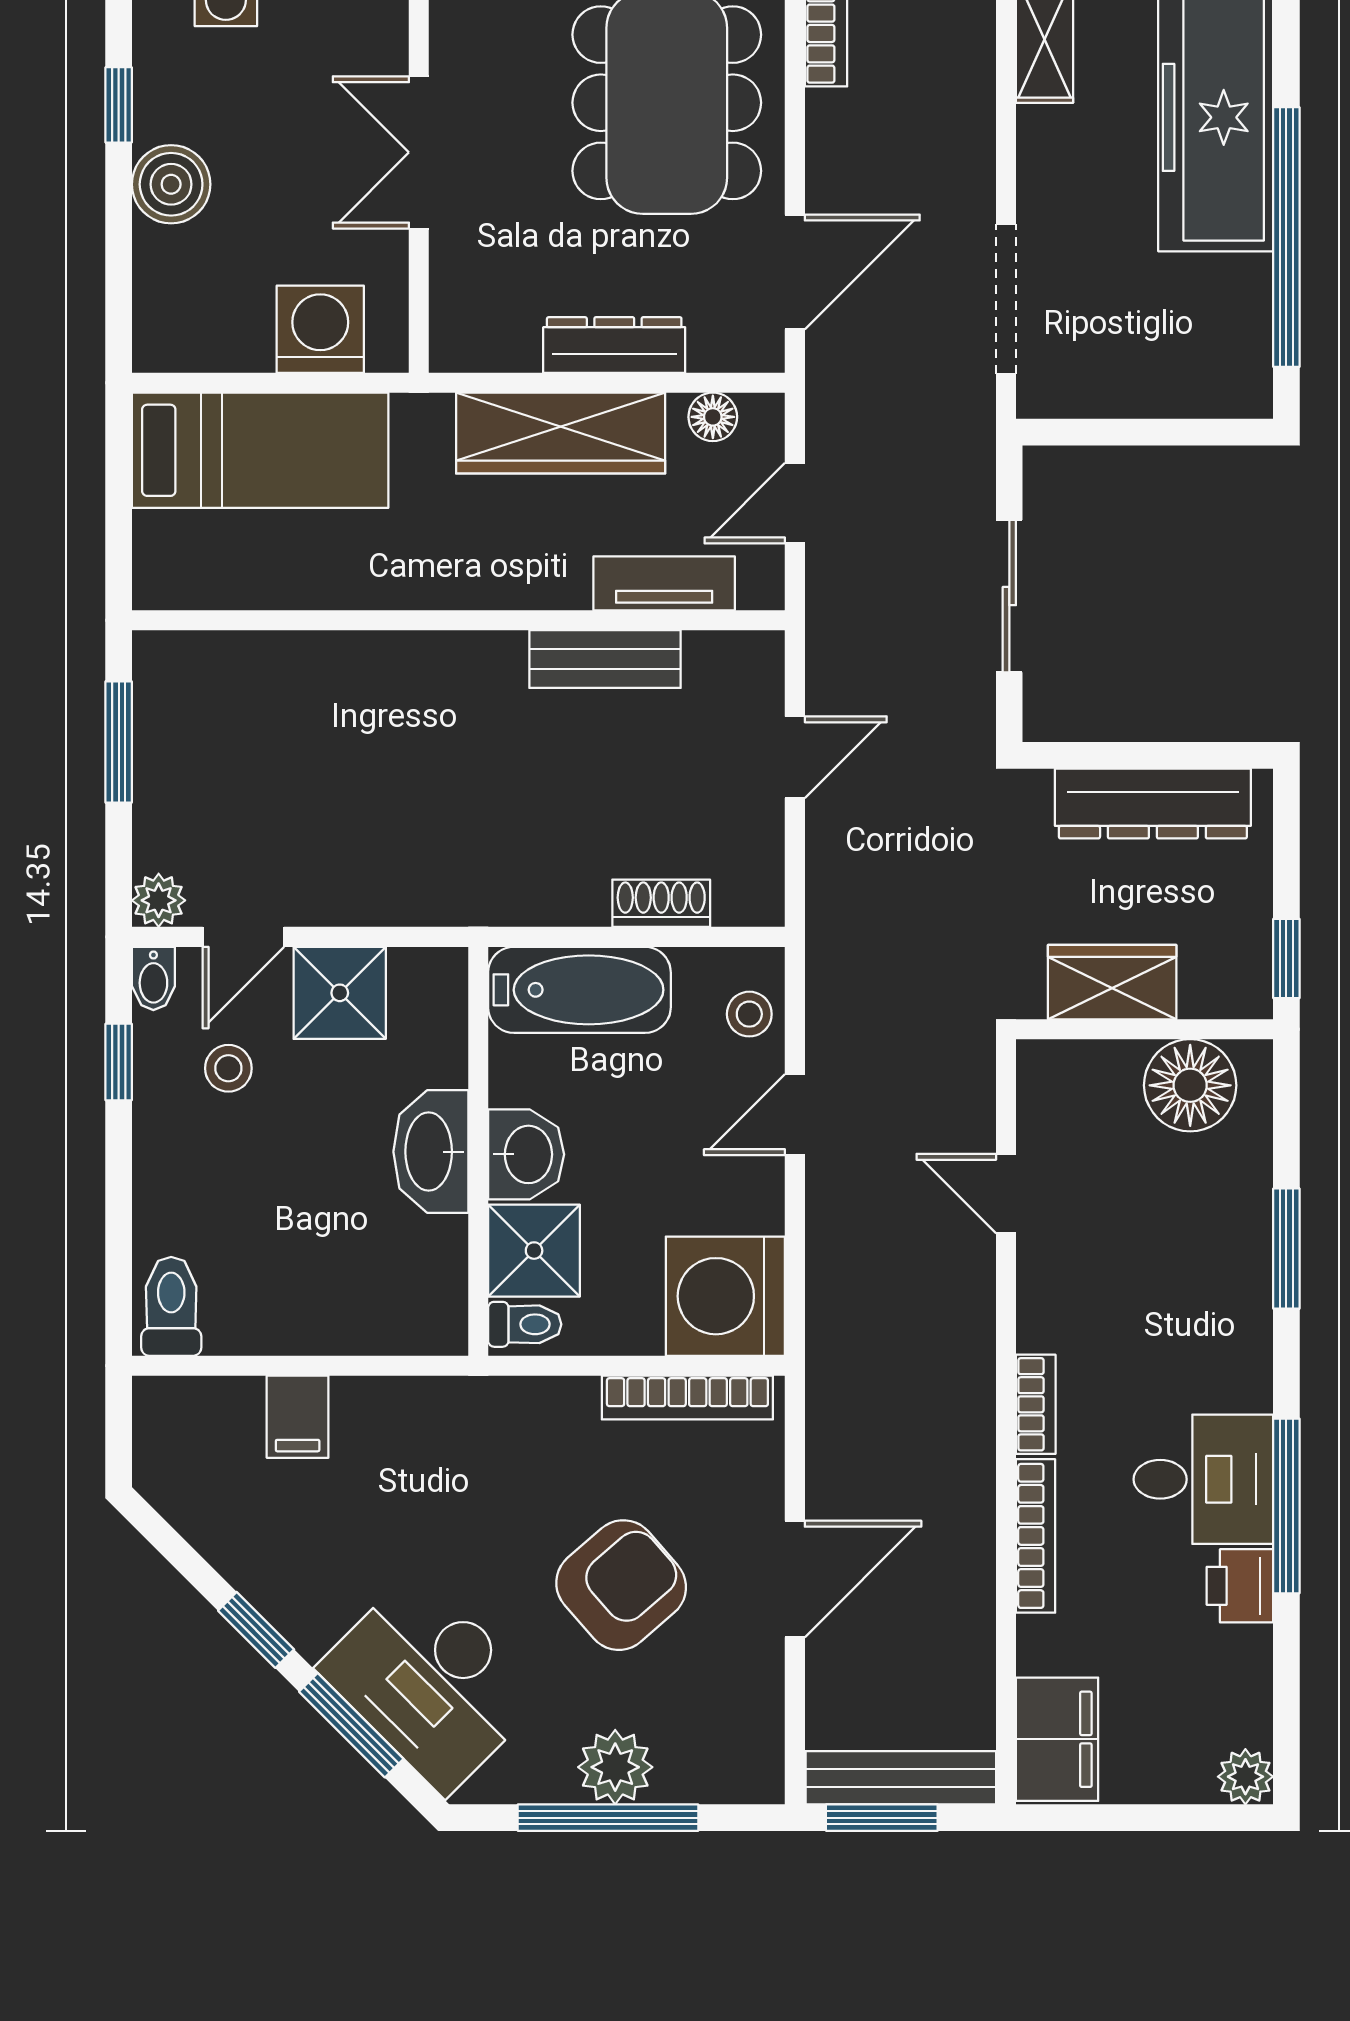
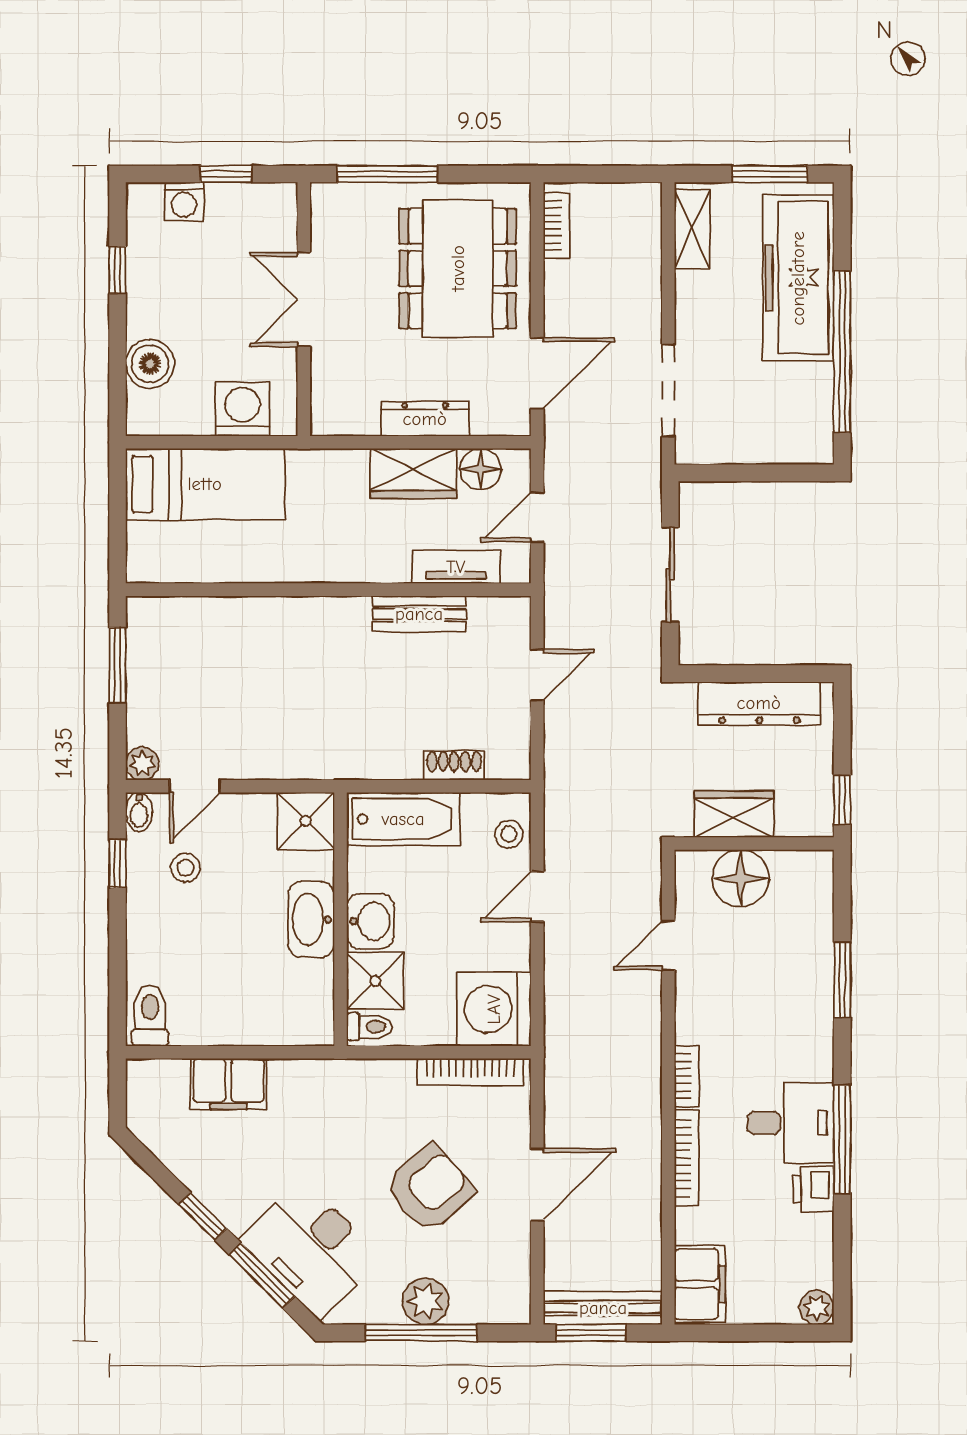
boiler: (171, 184) -> (150, 364), moved
floor lamp: (713, 417) -> (481, 469), width x1.37, depth x1.37
wardrobe: (561, 433) -> (413, 473), width x0.67
shower: (340, 993) -> (306, 821), moved
floor lamp: (1190, 1085) -> (740, 878), moved
door: (1006, 1194) -> (668, 946), hinge flipped
filing cabinet: (298, 1417) -> (228, 1084), width x2.00

